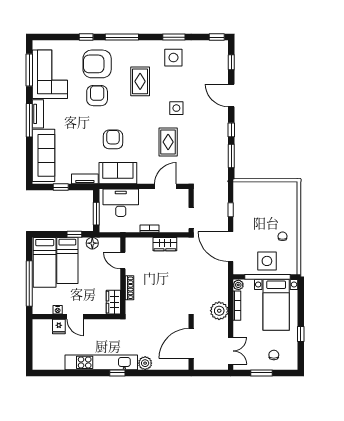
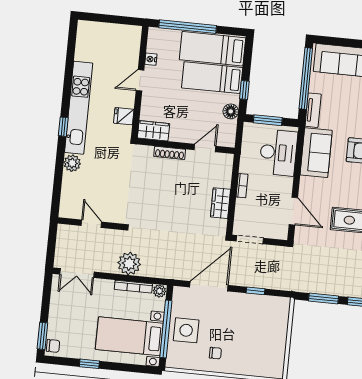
window: (61, 187) -> (306, 79), width x3.17
fridge: (59, 326) -> (124, 116), moved
door: (191, 343) -> (91, 224), width x0.53
chair: (274, 355) -> (53, 346), moved
window: (262, 373) -> (42, 336), moved

